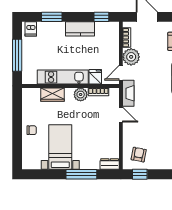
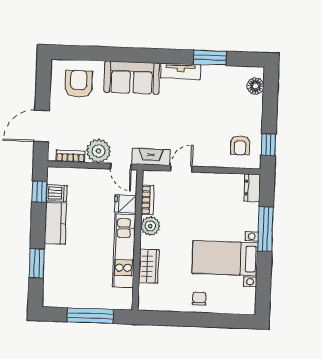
dishwasher: (31, 29) -> (57, 193), moved
armchair: (139, 155) -> (240, 145), turned -101

